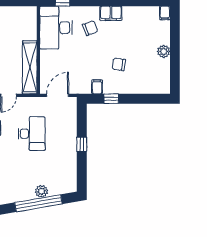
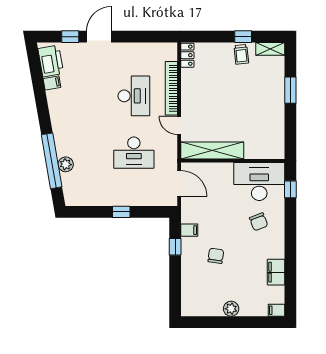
filing cabinet: (111, 13) -> (276, 272), moved

